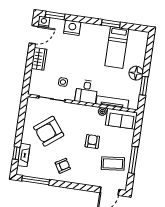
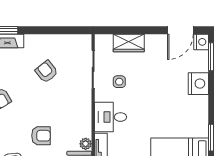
door: (34, 35) -> (180, 30), hinge flipped
wardrobe: (39, 59) -> (129, 43), moved
armchair: (49, 131) -> (46, 72), width x0.53, depth x0.53

